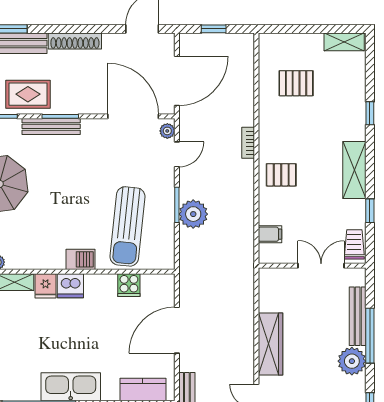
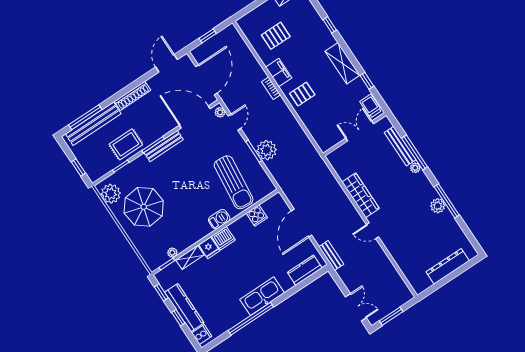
bench: (51, 126) -> (164, 146), moved
filing cabinet: (270, 234) -> (279, 73), moved, width x2.00
plant: (352, 361) -> (415, 168), width x0.53, depth x0.53

